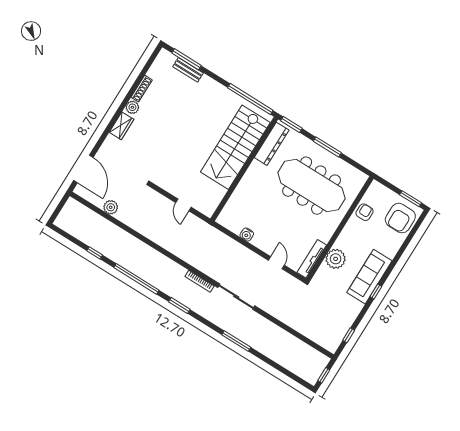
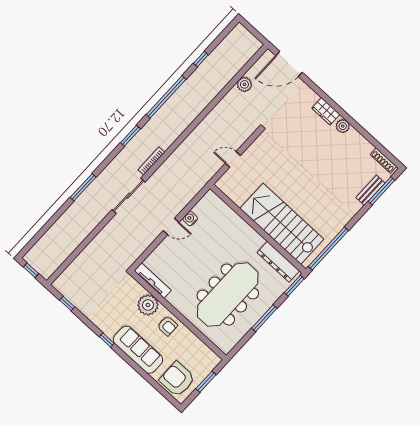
shoe rack: (142, 89) -> (383, 161), moved
window: (411, 199) -> (206, 382), moved
armchair: (365, 212) -> (167, 326), moved
door: (276, 263) -> (171, 226), moved
sofa: (369, 277) -> (138, 350), moved

